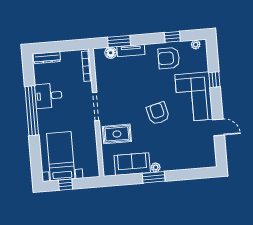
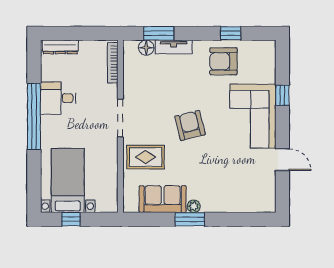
plant: (196, 45) -> (261, 46), removed
armchair: (158, 113) -> (190, 125), moved

